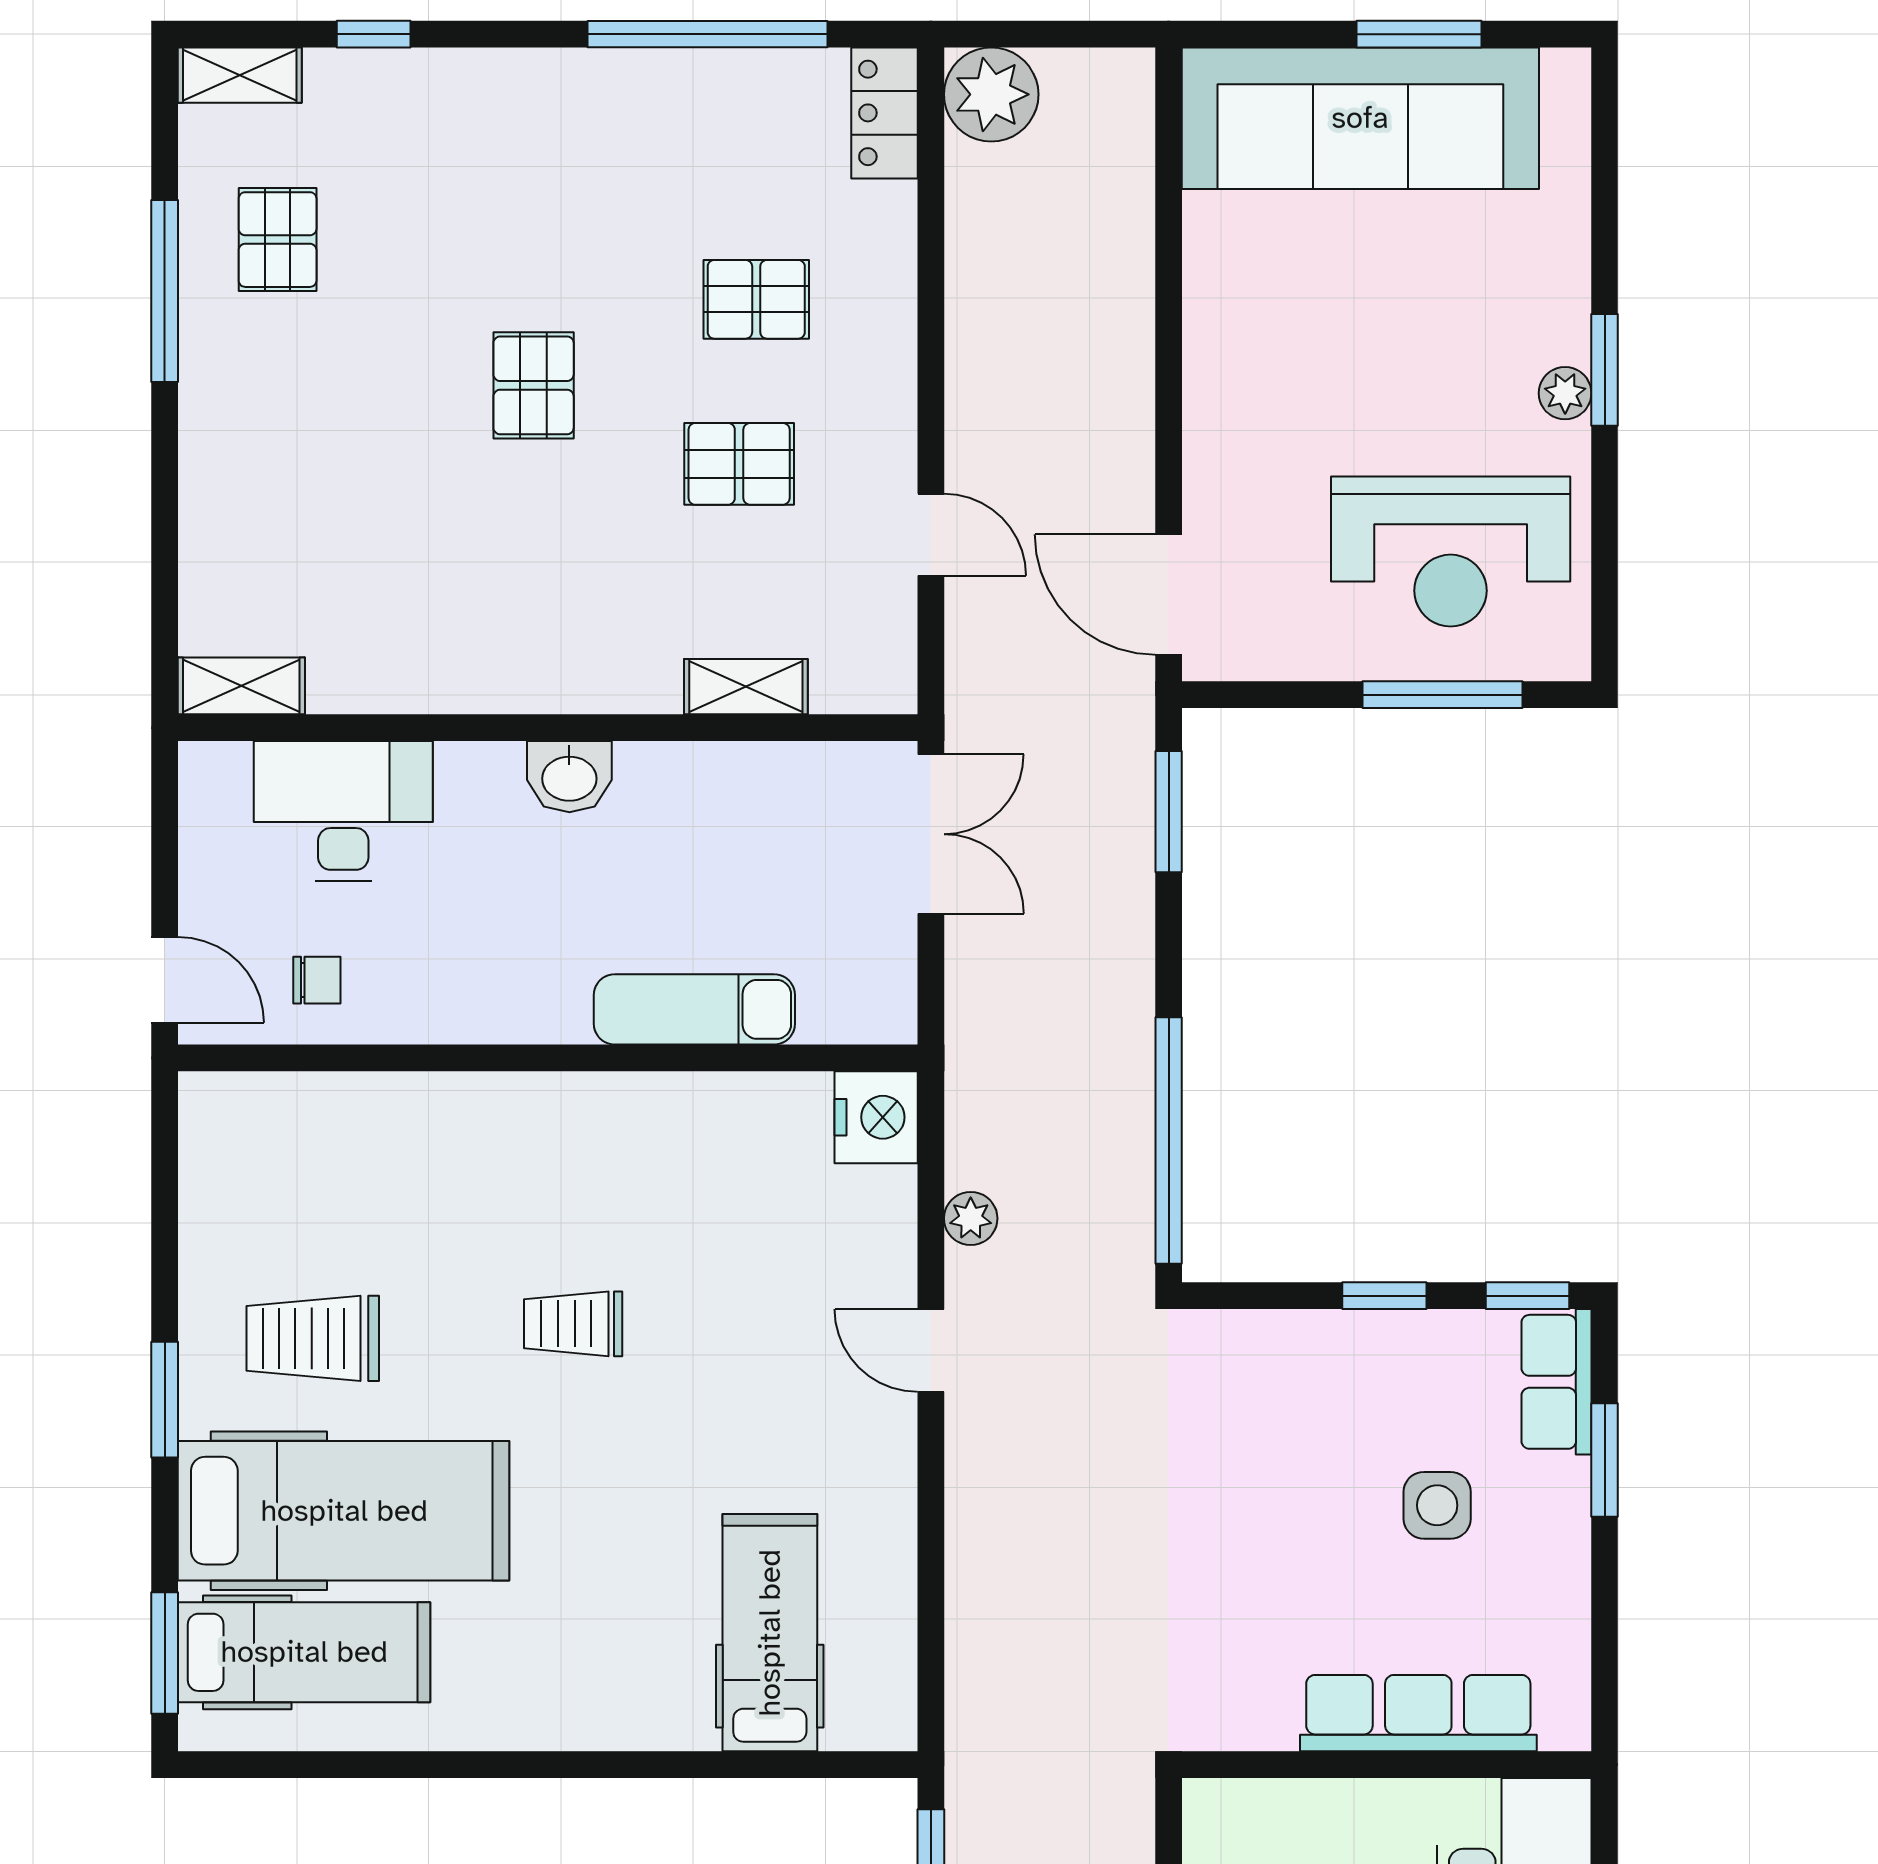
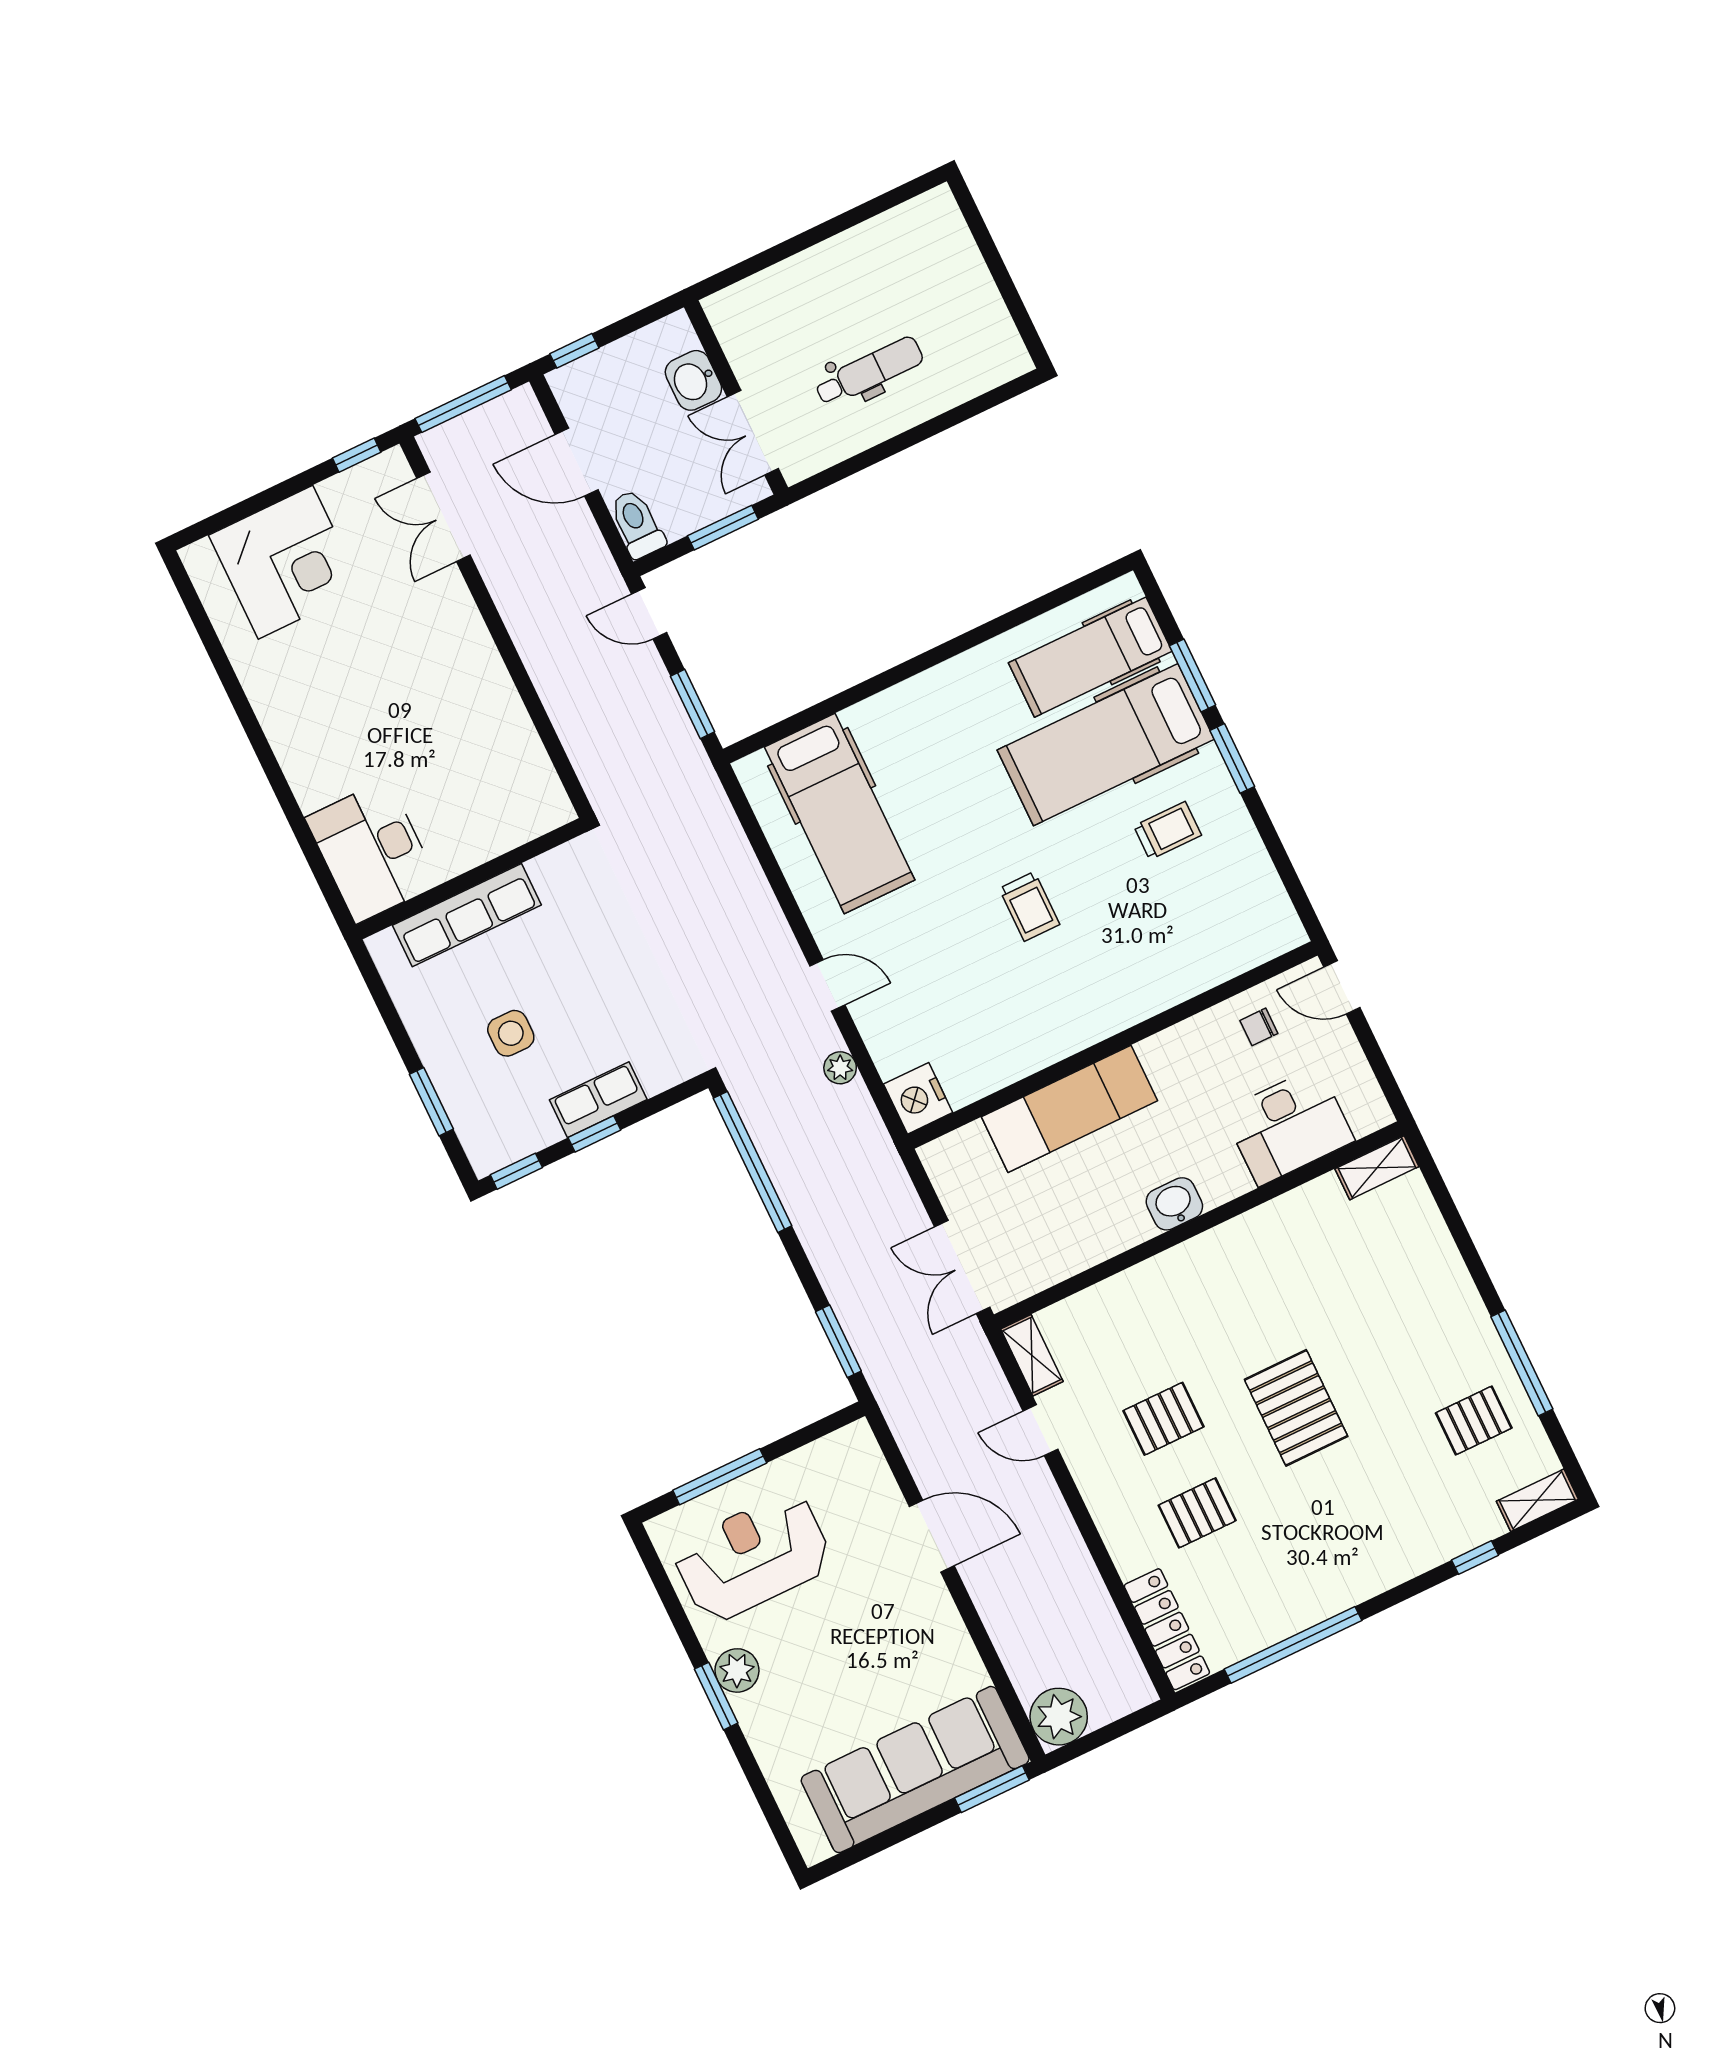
window: (1419, 34) -> (992, 1789), moved
plant: (991, 94) -> (1059, 1717), moved
locker: (884, 113) -> (1167, 1629), width x1.53
pallet: (278, 240) -> (1474, 1420), turned 90
pallet: (534, 385) -> (1296, 1408), width x1.50, depth x1.42
plant: (1565, 393) -> (737, 1670), width x1.38, depth x1.38
door: (1169, 595) -> (932, 1536), moved
shelving: (746, 687) -> (1032, 1355), moved, turned 90
exam couch: (694, 1009) -> (1069, 1109), width x1.36, depth x1.45
trolley: (573, 1324) -> (1029, 906), turned 90
trolley: (313, 1338) -> (1167, 831), width x0.73, depth x0.72
row of seats: (1556, 1382) -> (598, 1100), moved, turned -90
hospital bed: (770, 1633) -> (840, 813), width x1.37, depth x1.29
window: (165, 1653) -> (1192, 675), moved

